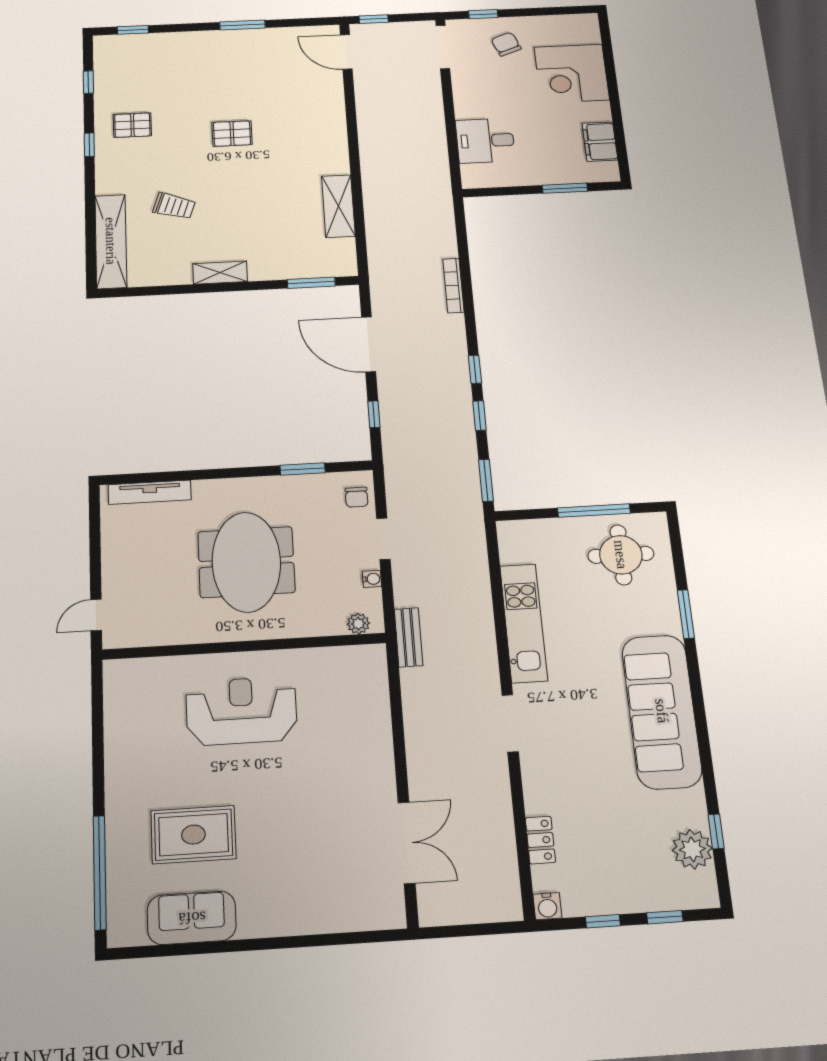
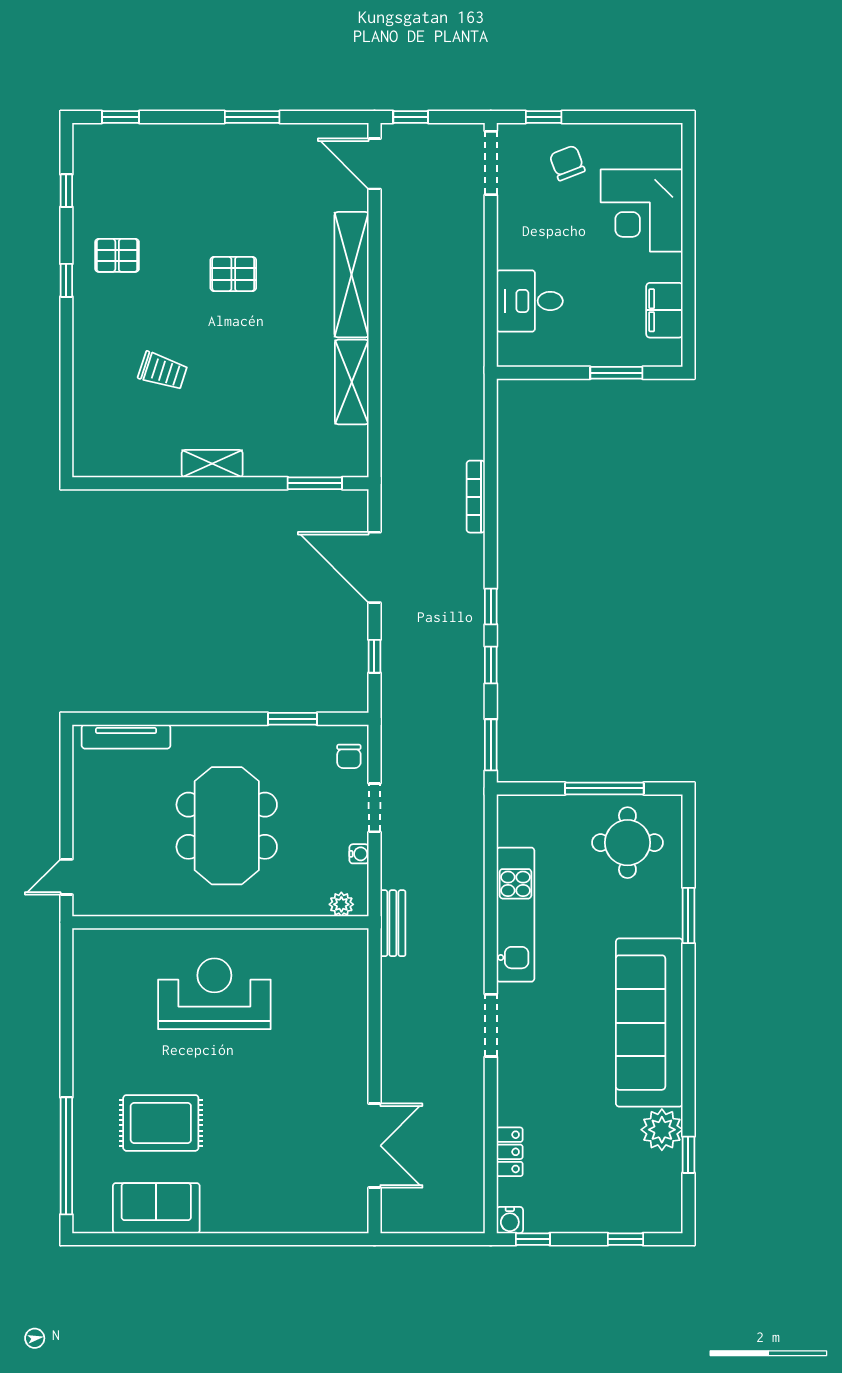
shelving: (111, 241) -> (352, 275), moved
plant: (692, 849) -> (662, 1130), moved
window: (603, 921) -> (533, 1239), moved

